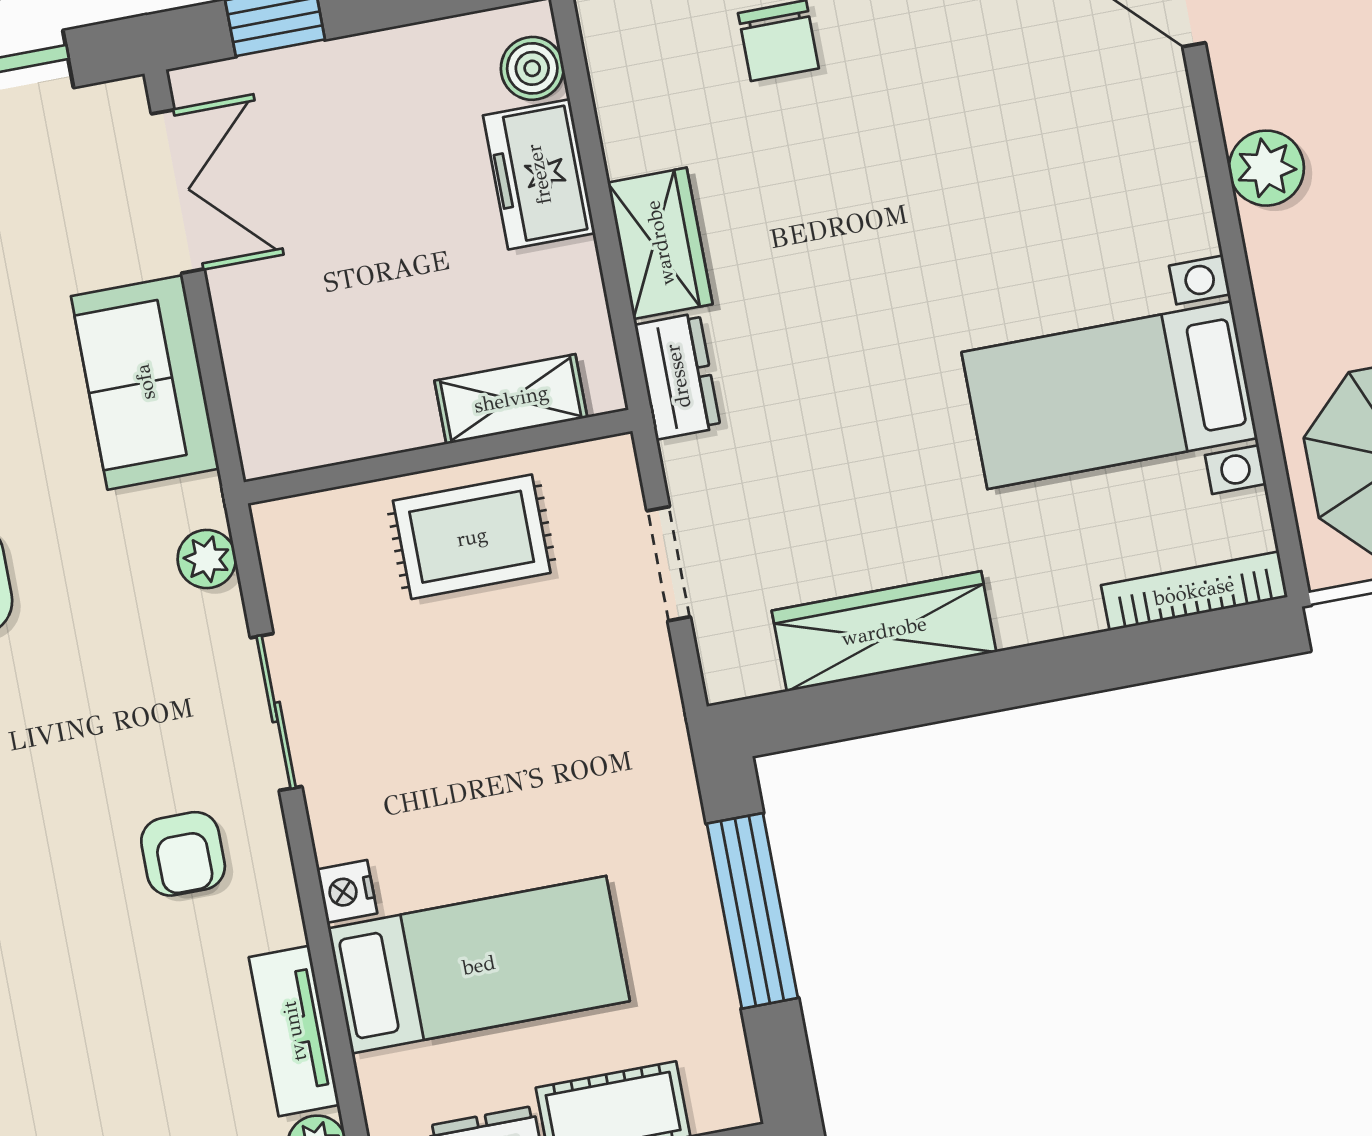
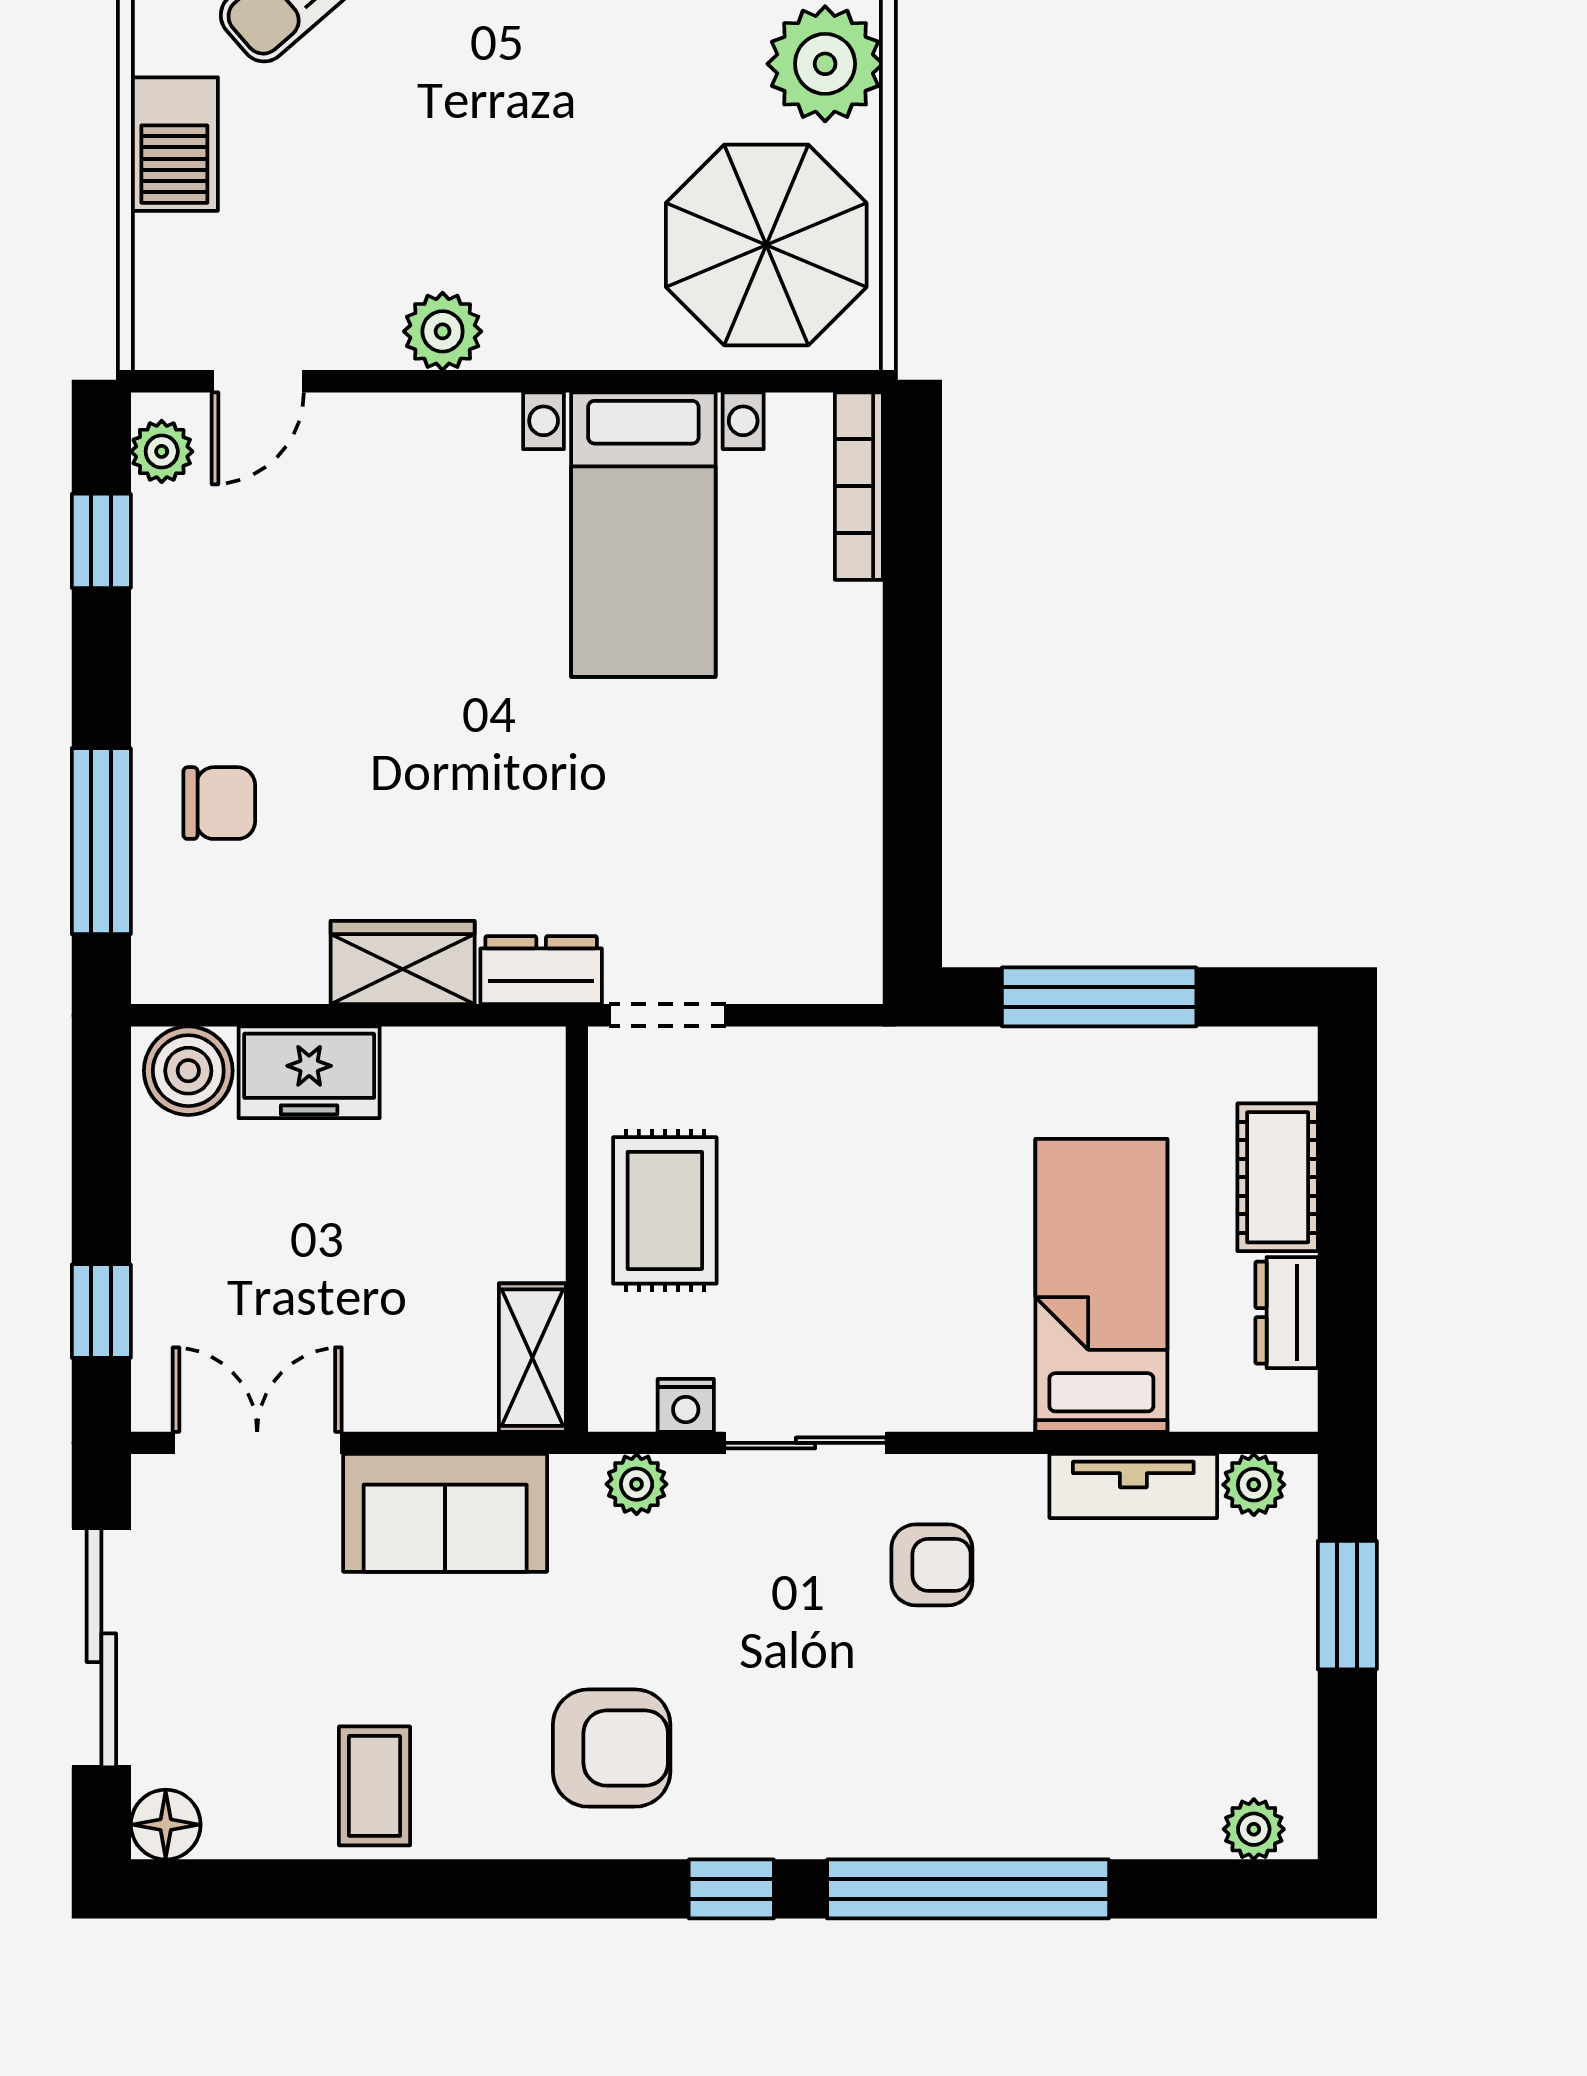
boiler: (532, 68) -> (188, 1071), width x1.36, depth x1.36
shelving: (511, 399) -> (532, 1358), moved
doorway: (669, 564) -> (667, 1015), moved
wardrobe: (884, 631) -> (840, 809), removed
nightstand: (347, 891) -> (686, 1405), moved

